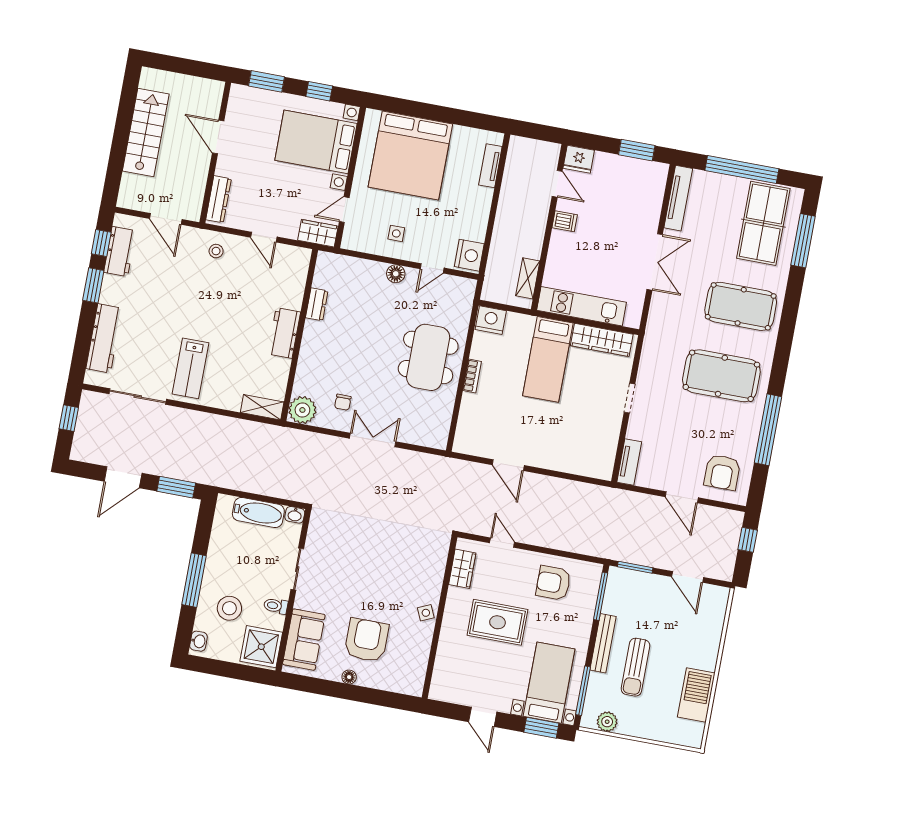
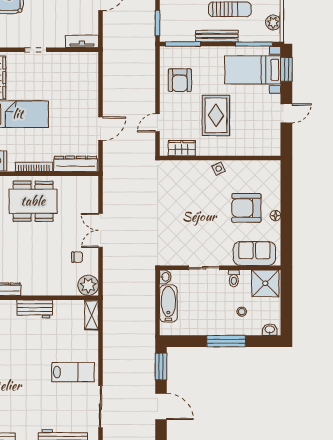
bookcase: (472, 376) -> (34, 167), width x1.56
dresser: (468, 423) -> (76, 164), added
stool: (229, 608) -> (242, 312), width x0.53, depth x0.53

